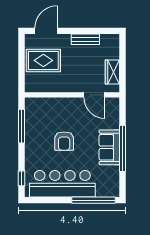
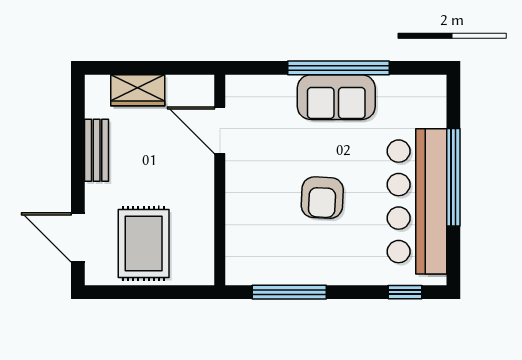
wardrobe: (112, 72) -> (138, 90), moved
door: (94, 95) -> (220, 130), swing flipped
armchair: (64, 141) -> (322, 198), turned 93
window: (94, 200) -> (453, 177), moved

